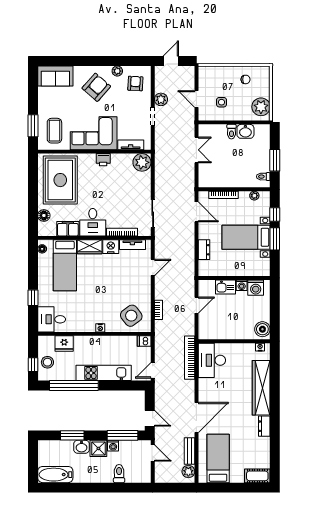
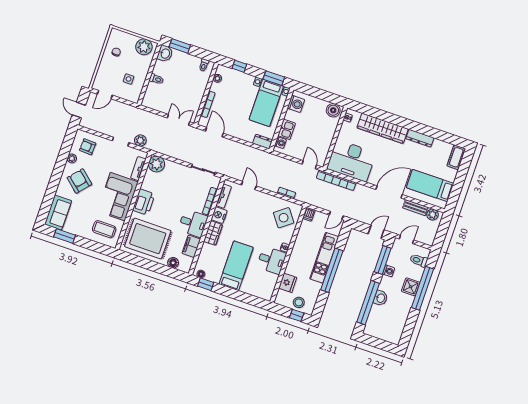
plant: (161, 99) -> (140, 140), moved
door: (196, 99) -> (105, 95), moved
window: (33, 126) -> (65, 236), moved
washbasin: (245, 131) -> (165, 53), moved
double door: (196, 150) -> (178, 120), moved
printer: (103, 160) -> (144, 202), width x1.87, depth x1.48
window: (275, 160) -> (180, 46), moved
door: (196, 212) -> (214, 132), hinge flipped
bed with nightstands: (246, 237) -> (266, 103), moved
window: (275, 239) -> (274, 78), moved
dresser: (204, 250) -> (263, 142), moved
bed: (65, 265) -> (236, 266), moved, turned -90
washing machine: (242, 285) -> (280, 143), moved
window: (33, 298) -> (206, 284), moved
door: (196, 305) -> (309, 165), moved
desk: (52, 319) -> (272, 260), moved, turned -90
desk: (212, 360) -> (351, 161), width x1.36, depth x1.30
door: (153, 370) -> (336, 215), hinge flipped
window: (74, 386) -> (332, 270), moved
door: (196, 418) -> (389, 192), hinge flipped
dresser: (264, 426) -> (420, 138), width x1.44
window: (72, 435) -> (368, 303), width x2.11
shower: (98, 448) -> (411, 287), moved
toilet: (119, 474) -> (419, 261), moved
bathtub: (55, 475) -> (396, 328), removed
window: (107, 488) -> (423, 288), added

